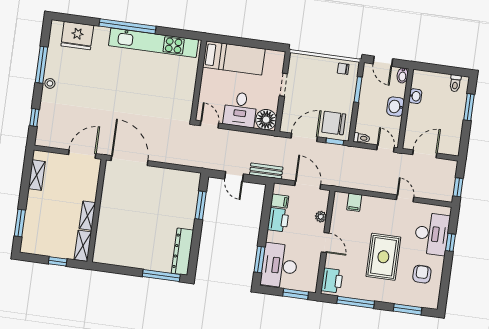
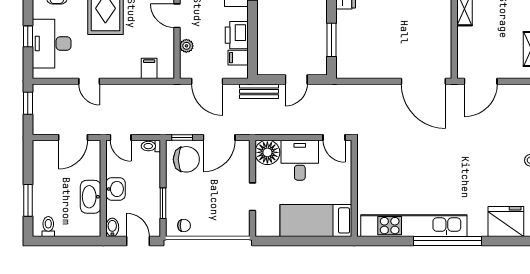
washbasin: (415, 96) -> (91, 197), width x1.91, depth x1.45
door: (234, 176) -> (296, 80), swing flipped

